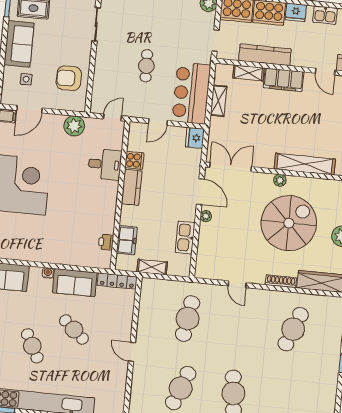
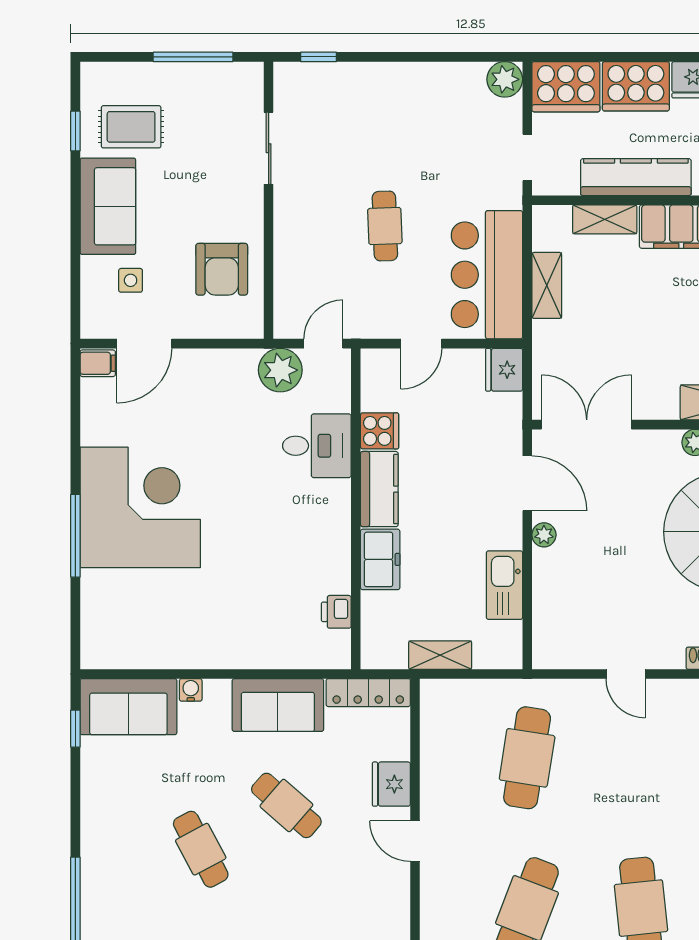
armchair: (69, 78) -> (222, 269), turned -90
plant: (74, 126) -> (280, 370), moved
freezer: (127, 240) -> (380, 559), moved
water cooler: (48, 273) -> (191, 690), moved
fridge: (124, 324) -> (391, 784), added

